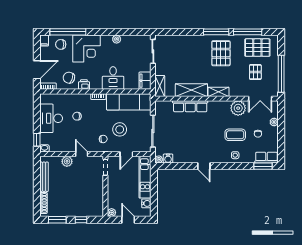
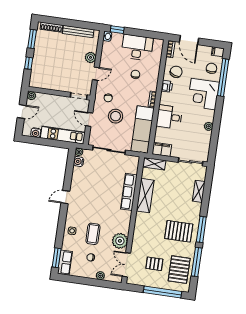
window: (281, 74) -> (163, 292), moved
shelving: (219, 92) -> (199, 191), moved

